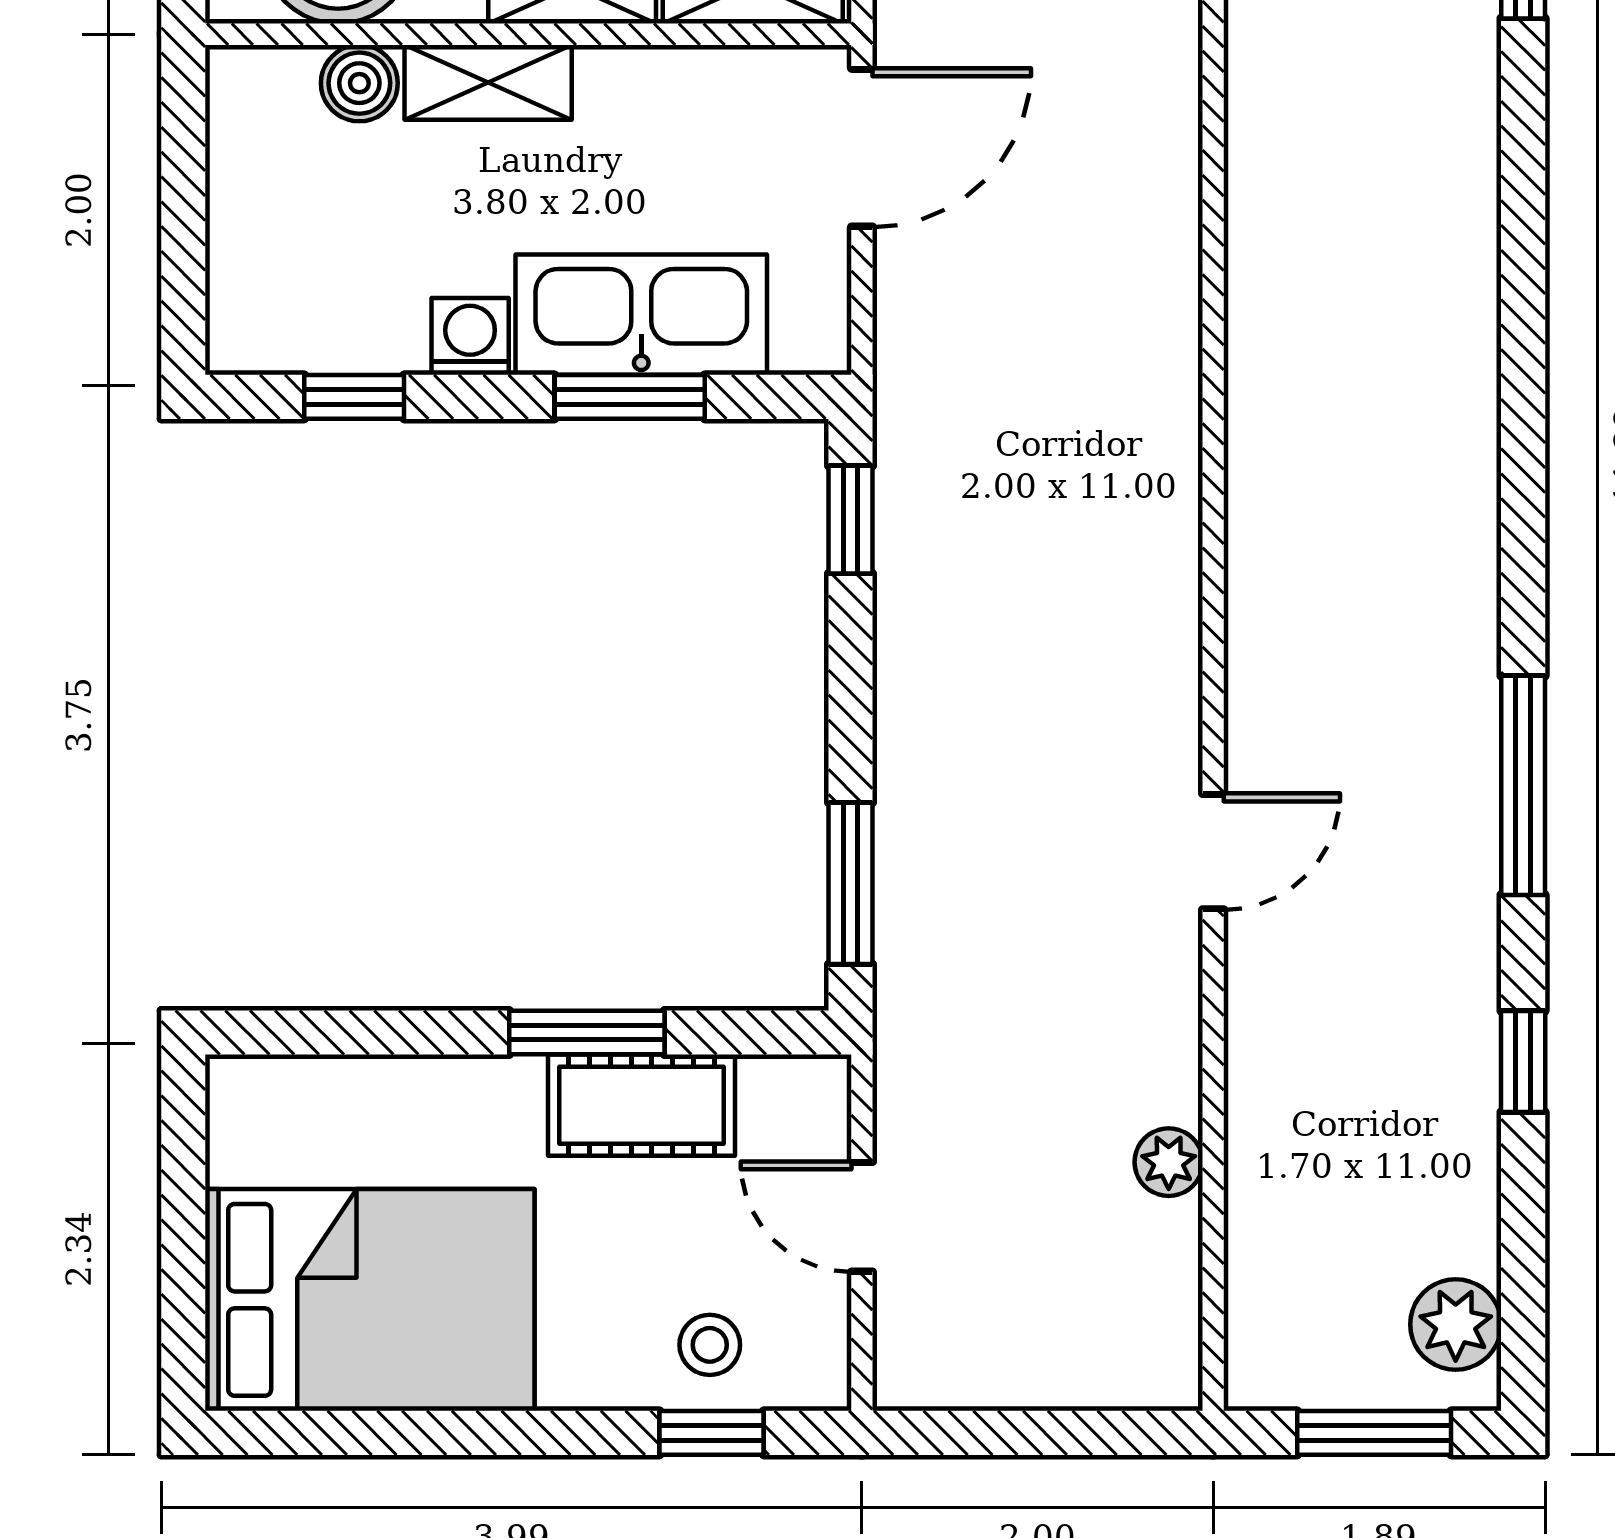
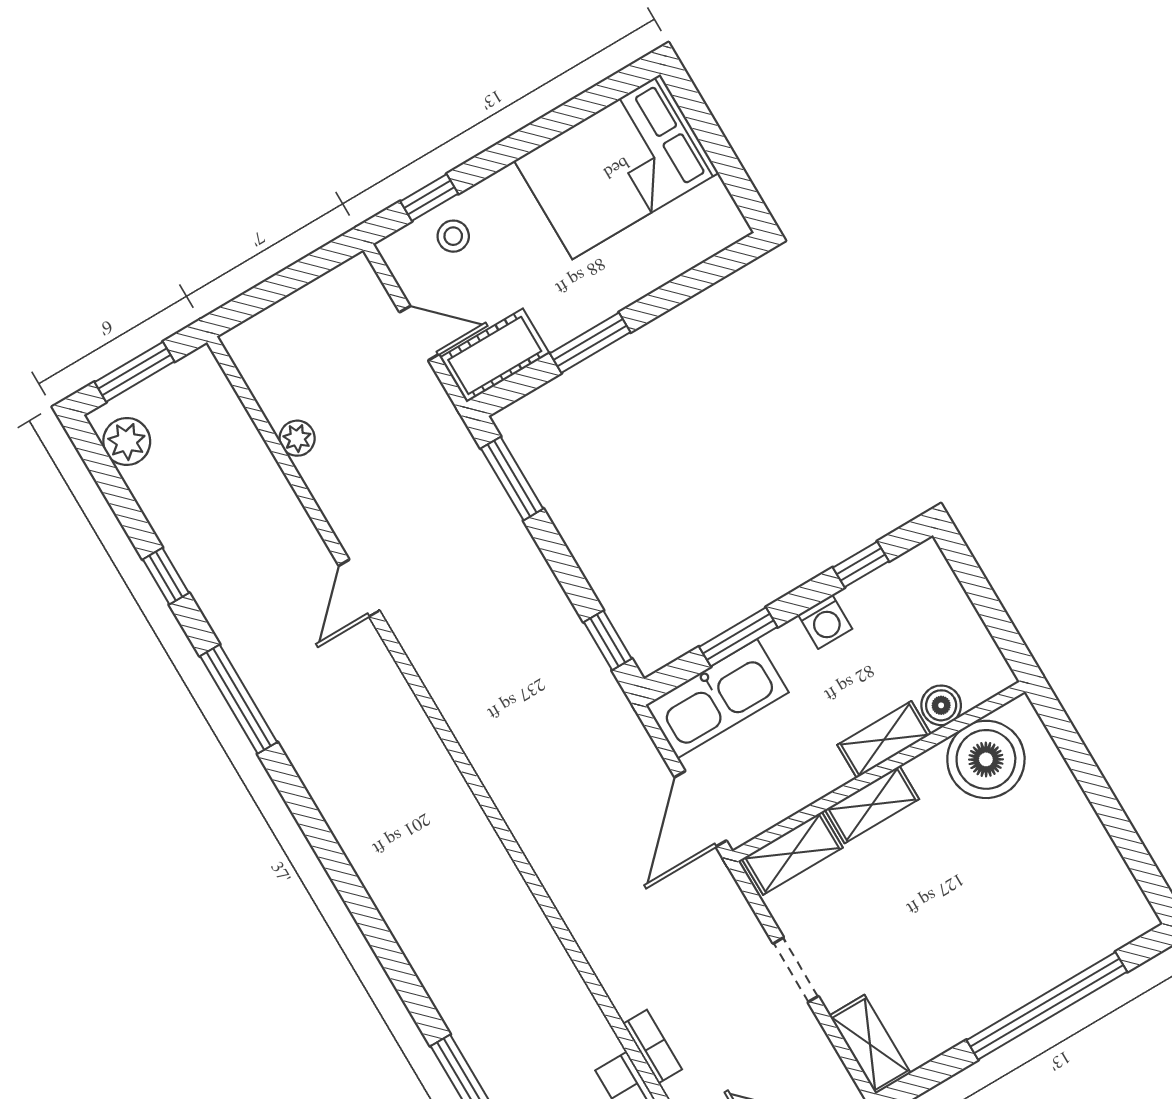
kitchen sink: (641, 315) -> (717, 699), moved
cot: (641, 1105) -> (495, 355), moved

